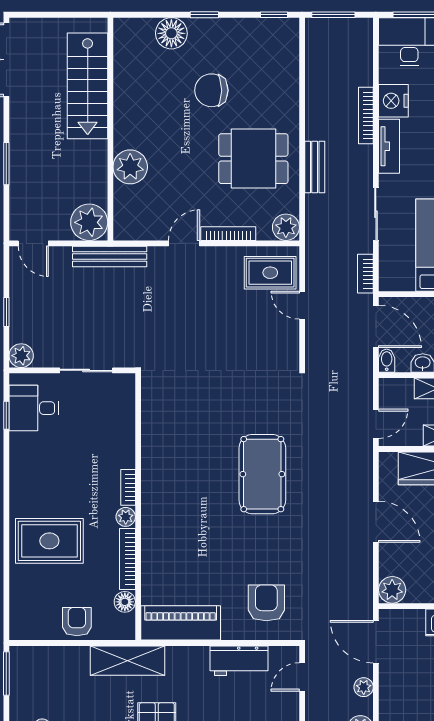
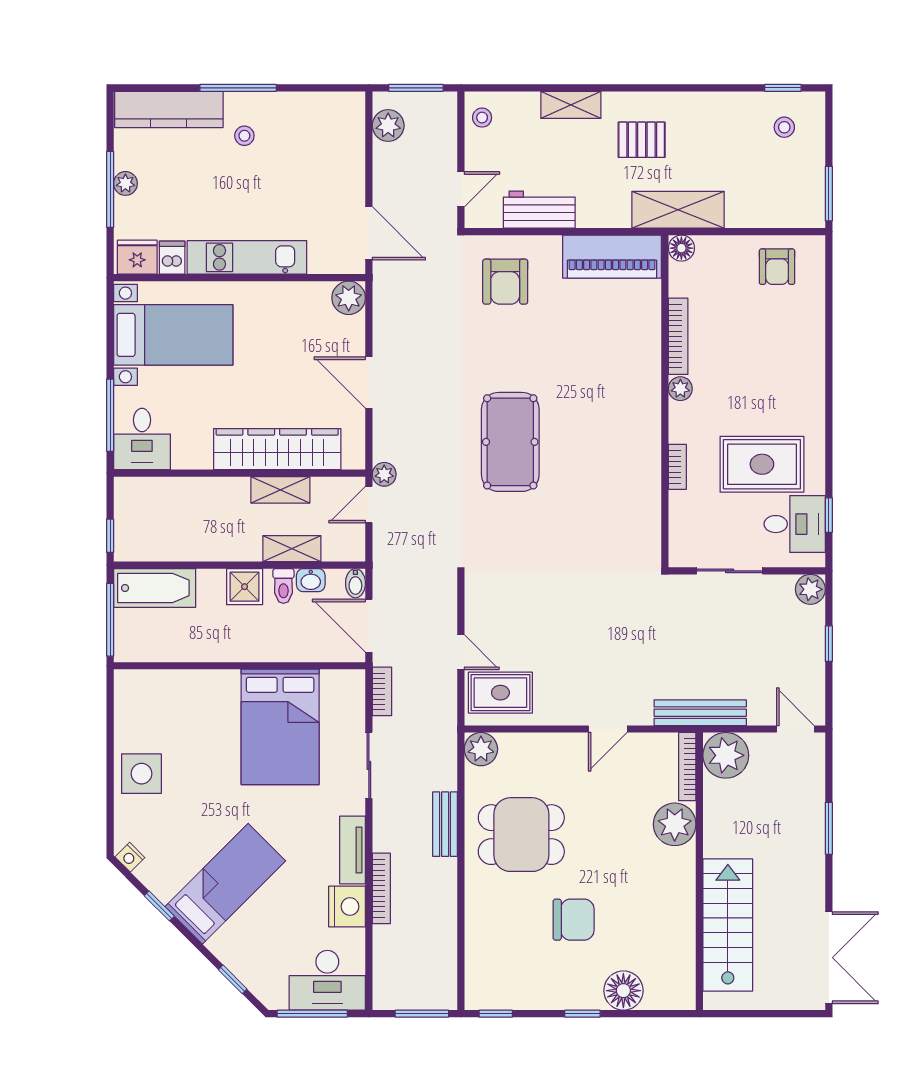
bookcase: (228, 234) -> (687, 767), moved, turned 90
bookcase: (128, 487) -> (677, 467), moved
rug: (49, 541) -> (762, 464), moved
floor lamp: (125, 602) -> (681, 248), moved
armchair: (77, 622) -> (777, 267), moved
plant: (364, 687) -> (384, 474), moved

